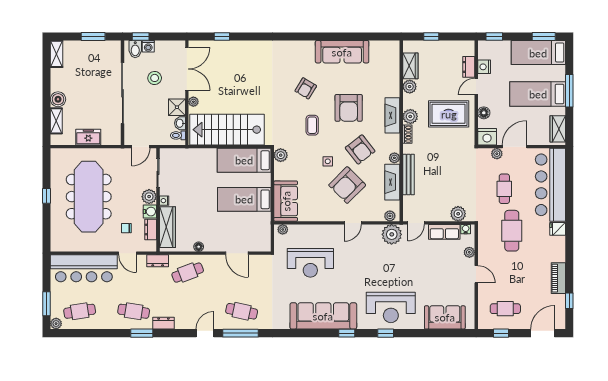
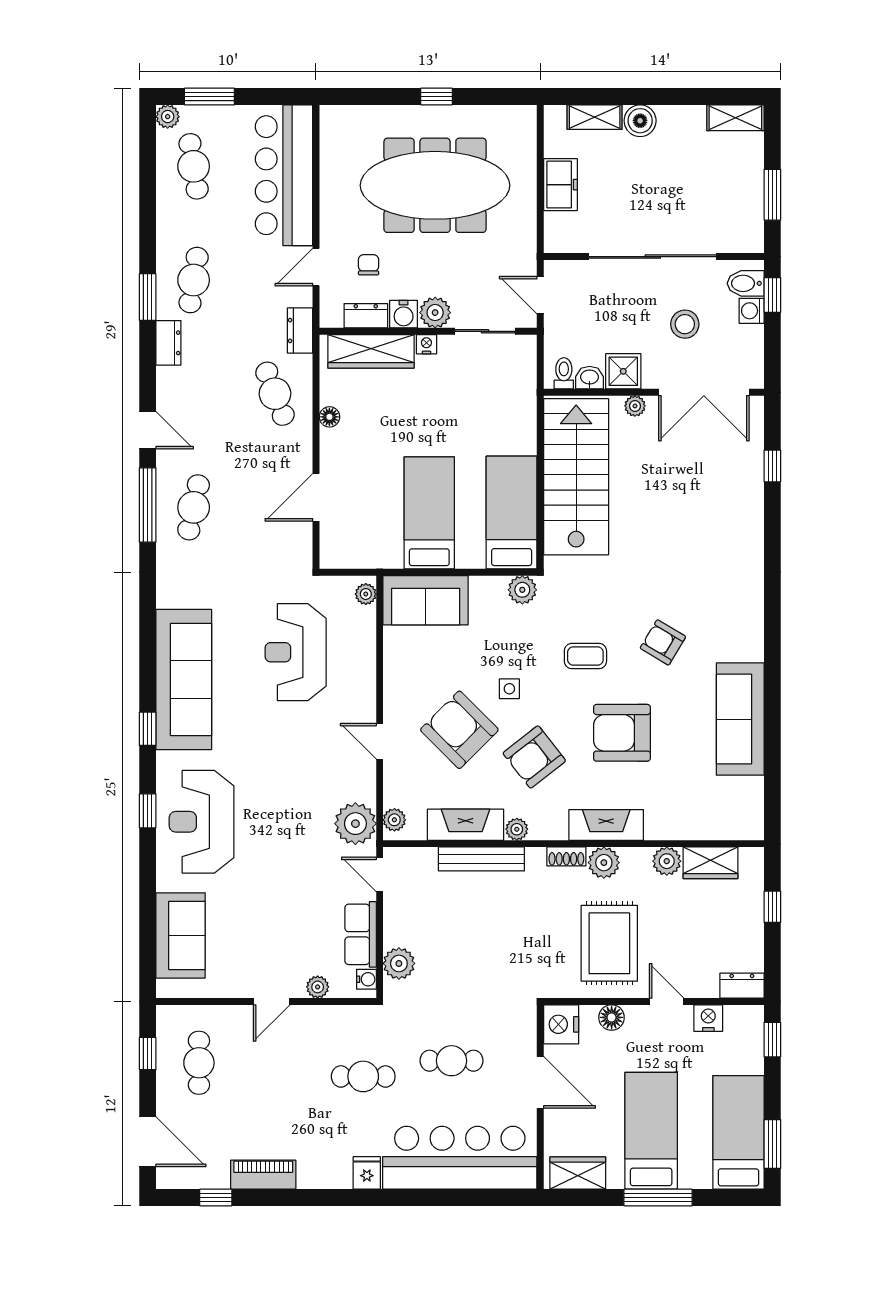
dresser: (469, 67) -> (742, 986), moved
plant: (497, 154) -> (525, 1045), removed
cafe table: (512, 231) -> (363, 1076), width x0.73, depth x0.74

